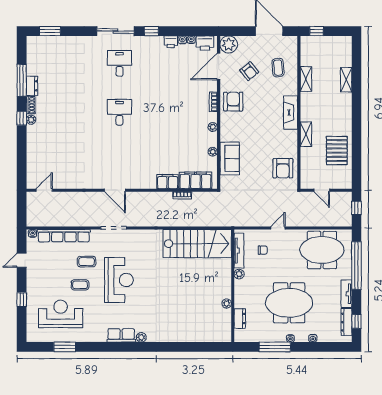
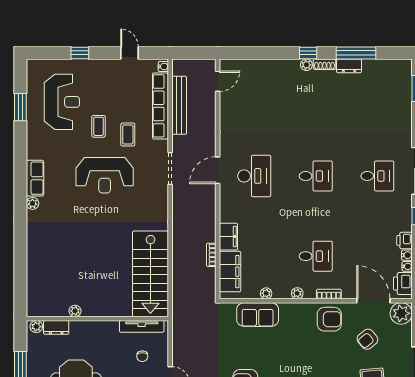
desk: (183, 112) -> (316, 256), added
desk: (119, 161) -> (254, 176), added
door: (44, 190) -> (218, 81), hinge flipped
bench: (63, 221) -> (179, 105), added
plant: (239, 274) -> (36, 327), moved

